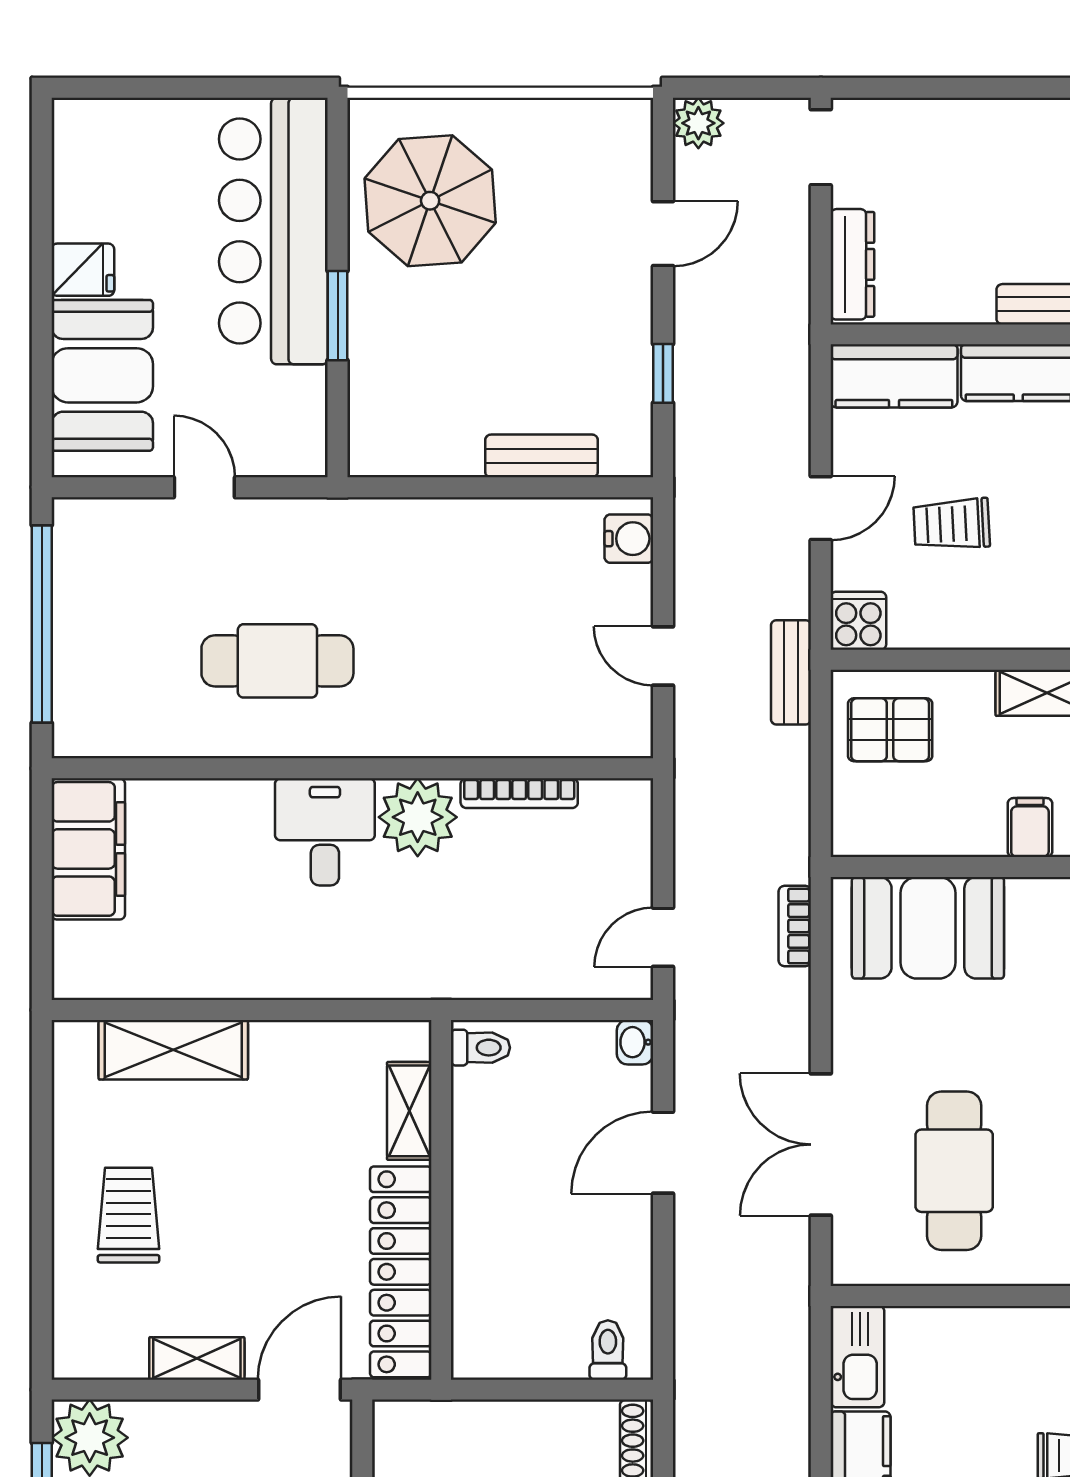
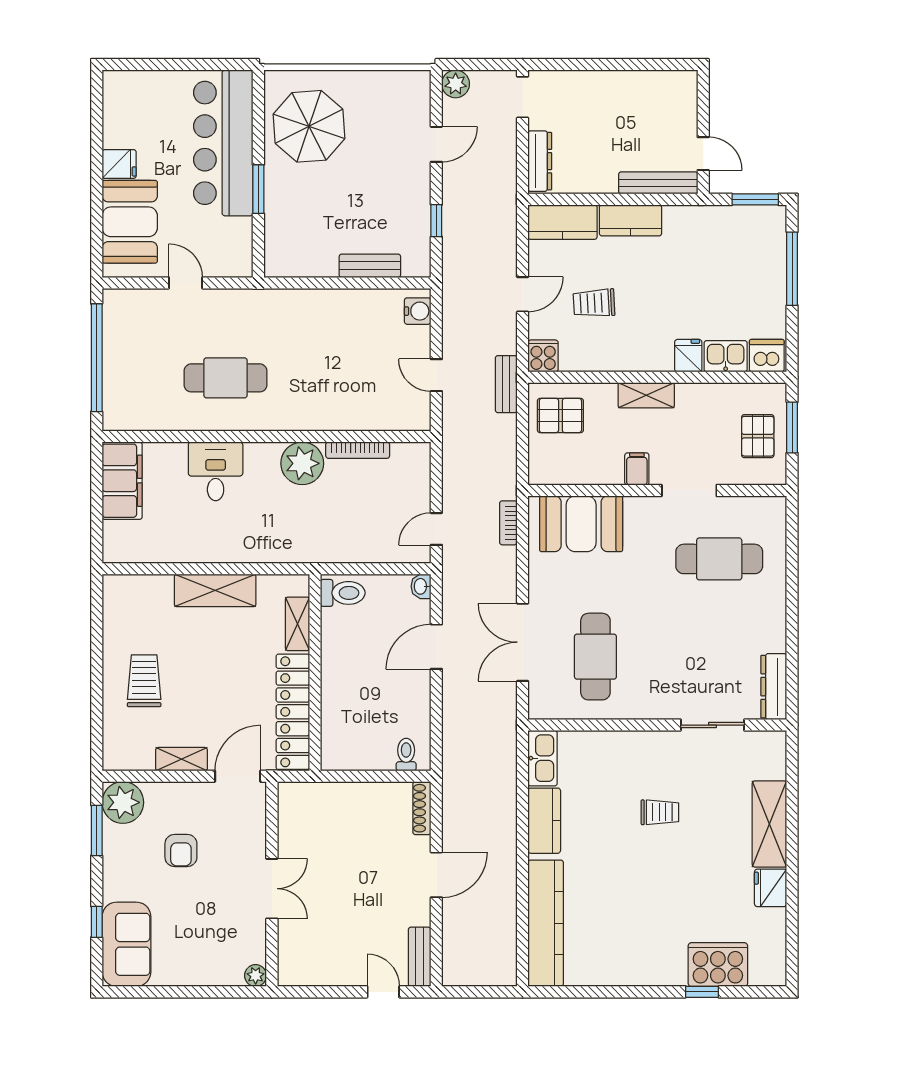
desk: (325, 832) -> (216, 471), moved
toilet: (480, 1048) -> (343, 593), width x1.37, depth x1.39
shelving: (173, 1050) -> (215, 590), moved

